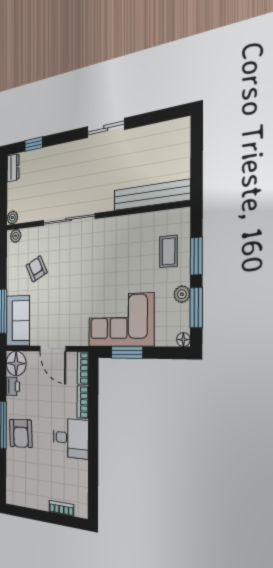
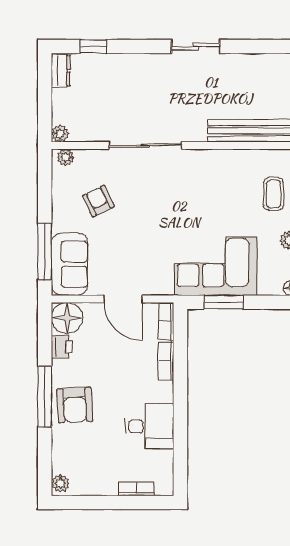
desk: (71, 438) -> (149, 426), moved
plant: (11, 495) -> (60, 483), added

